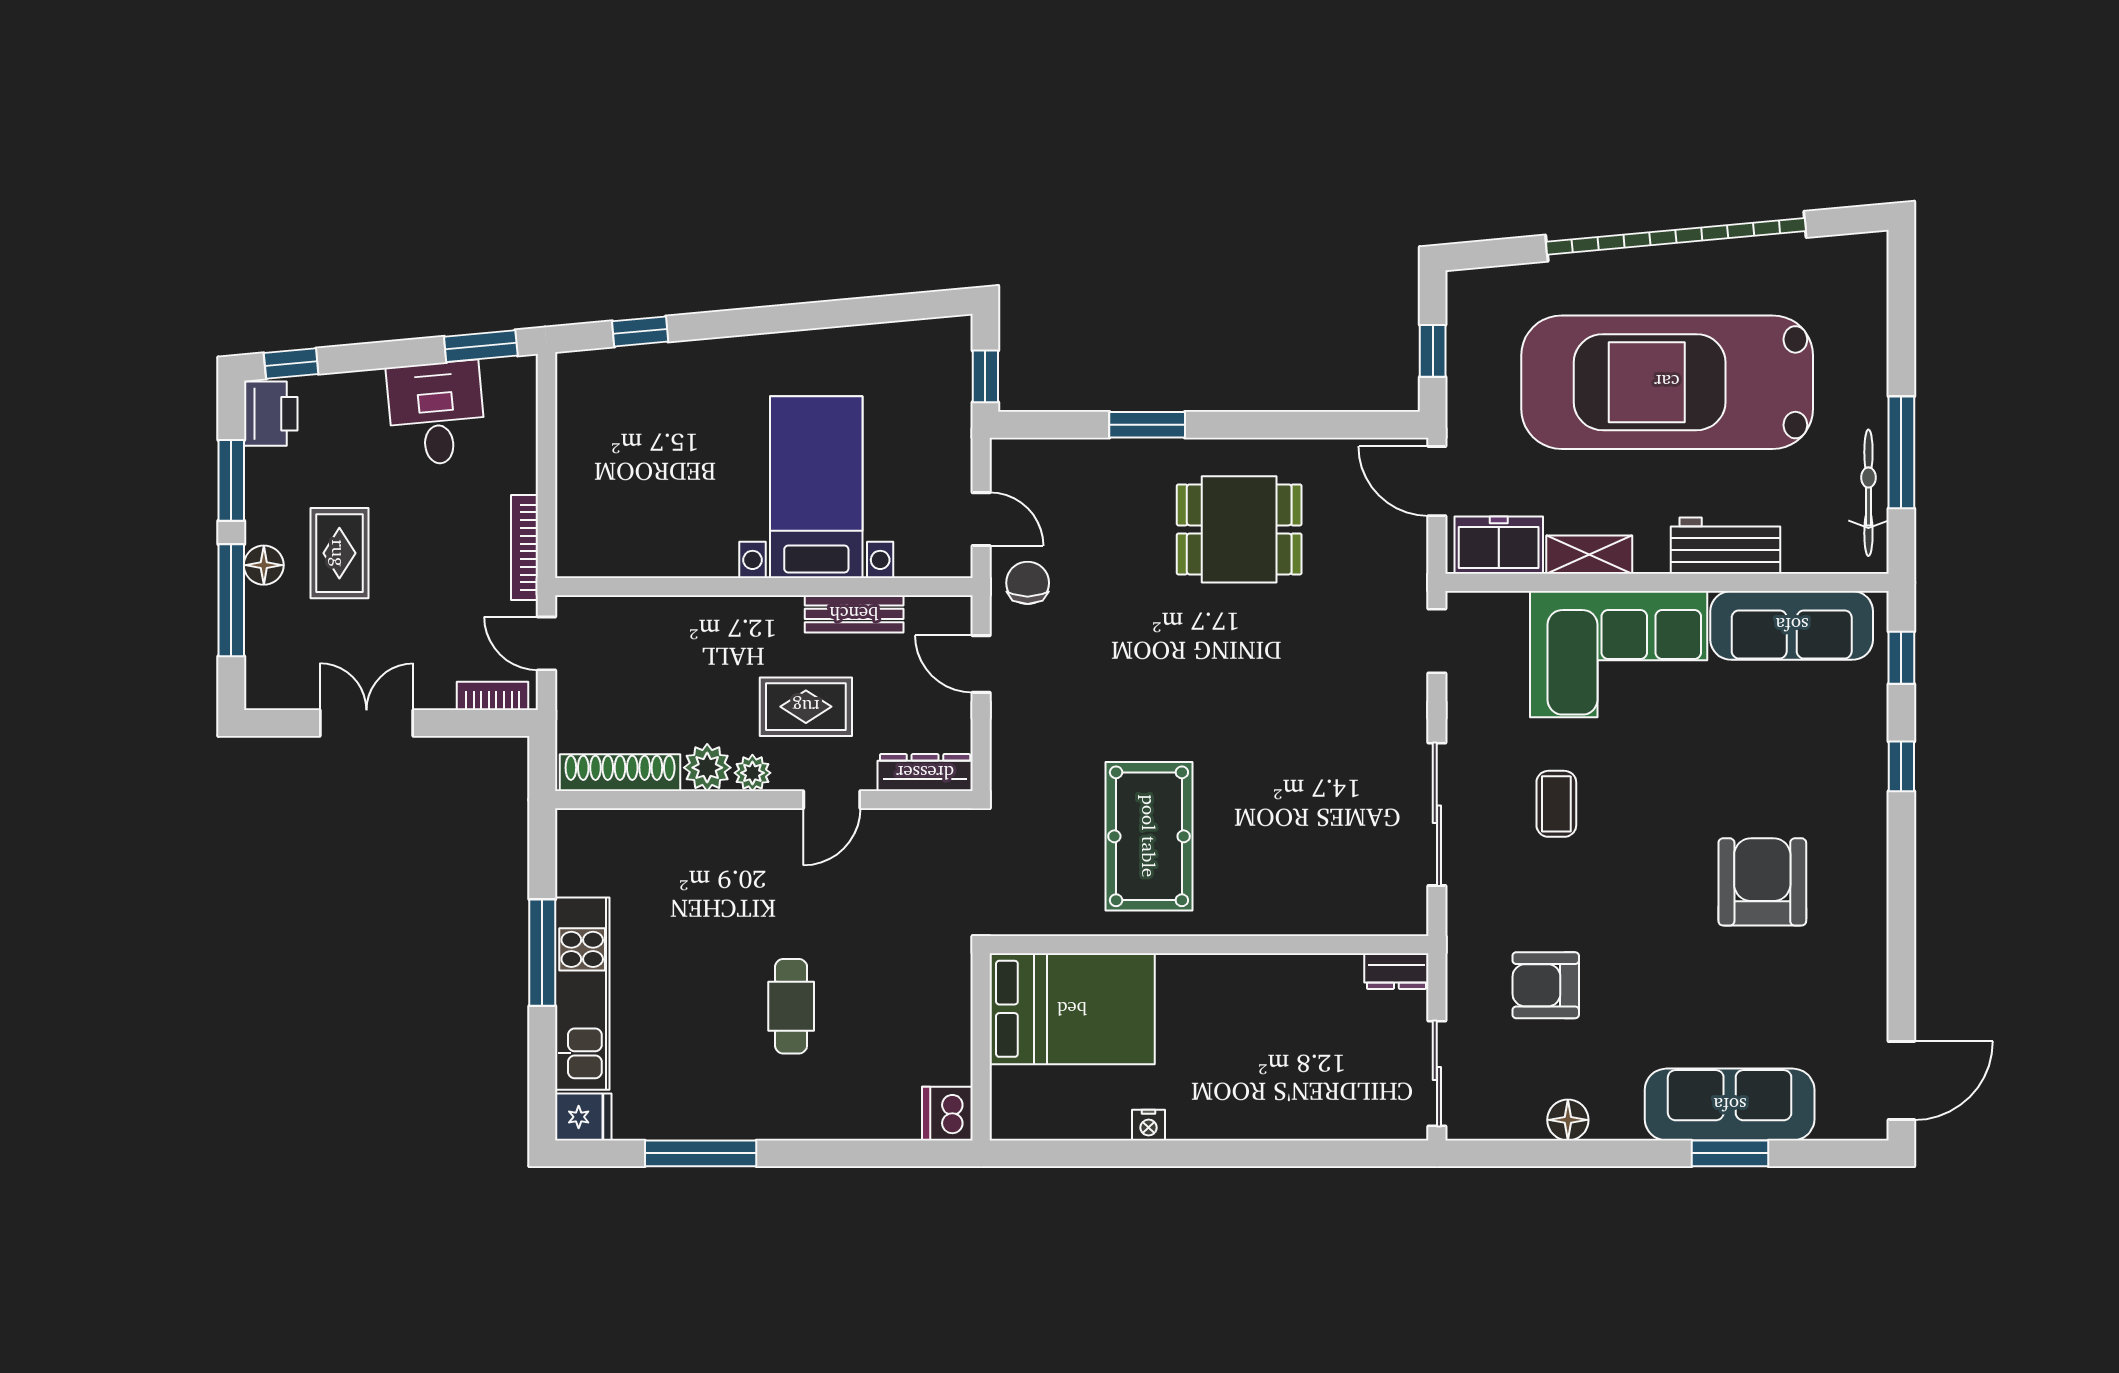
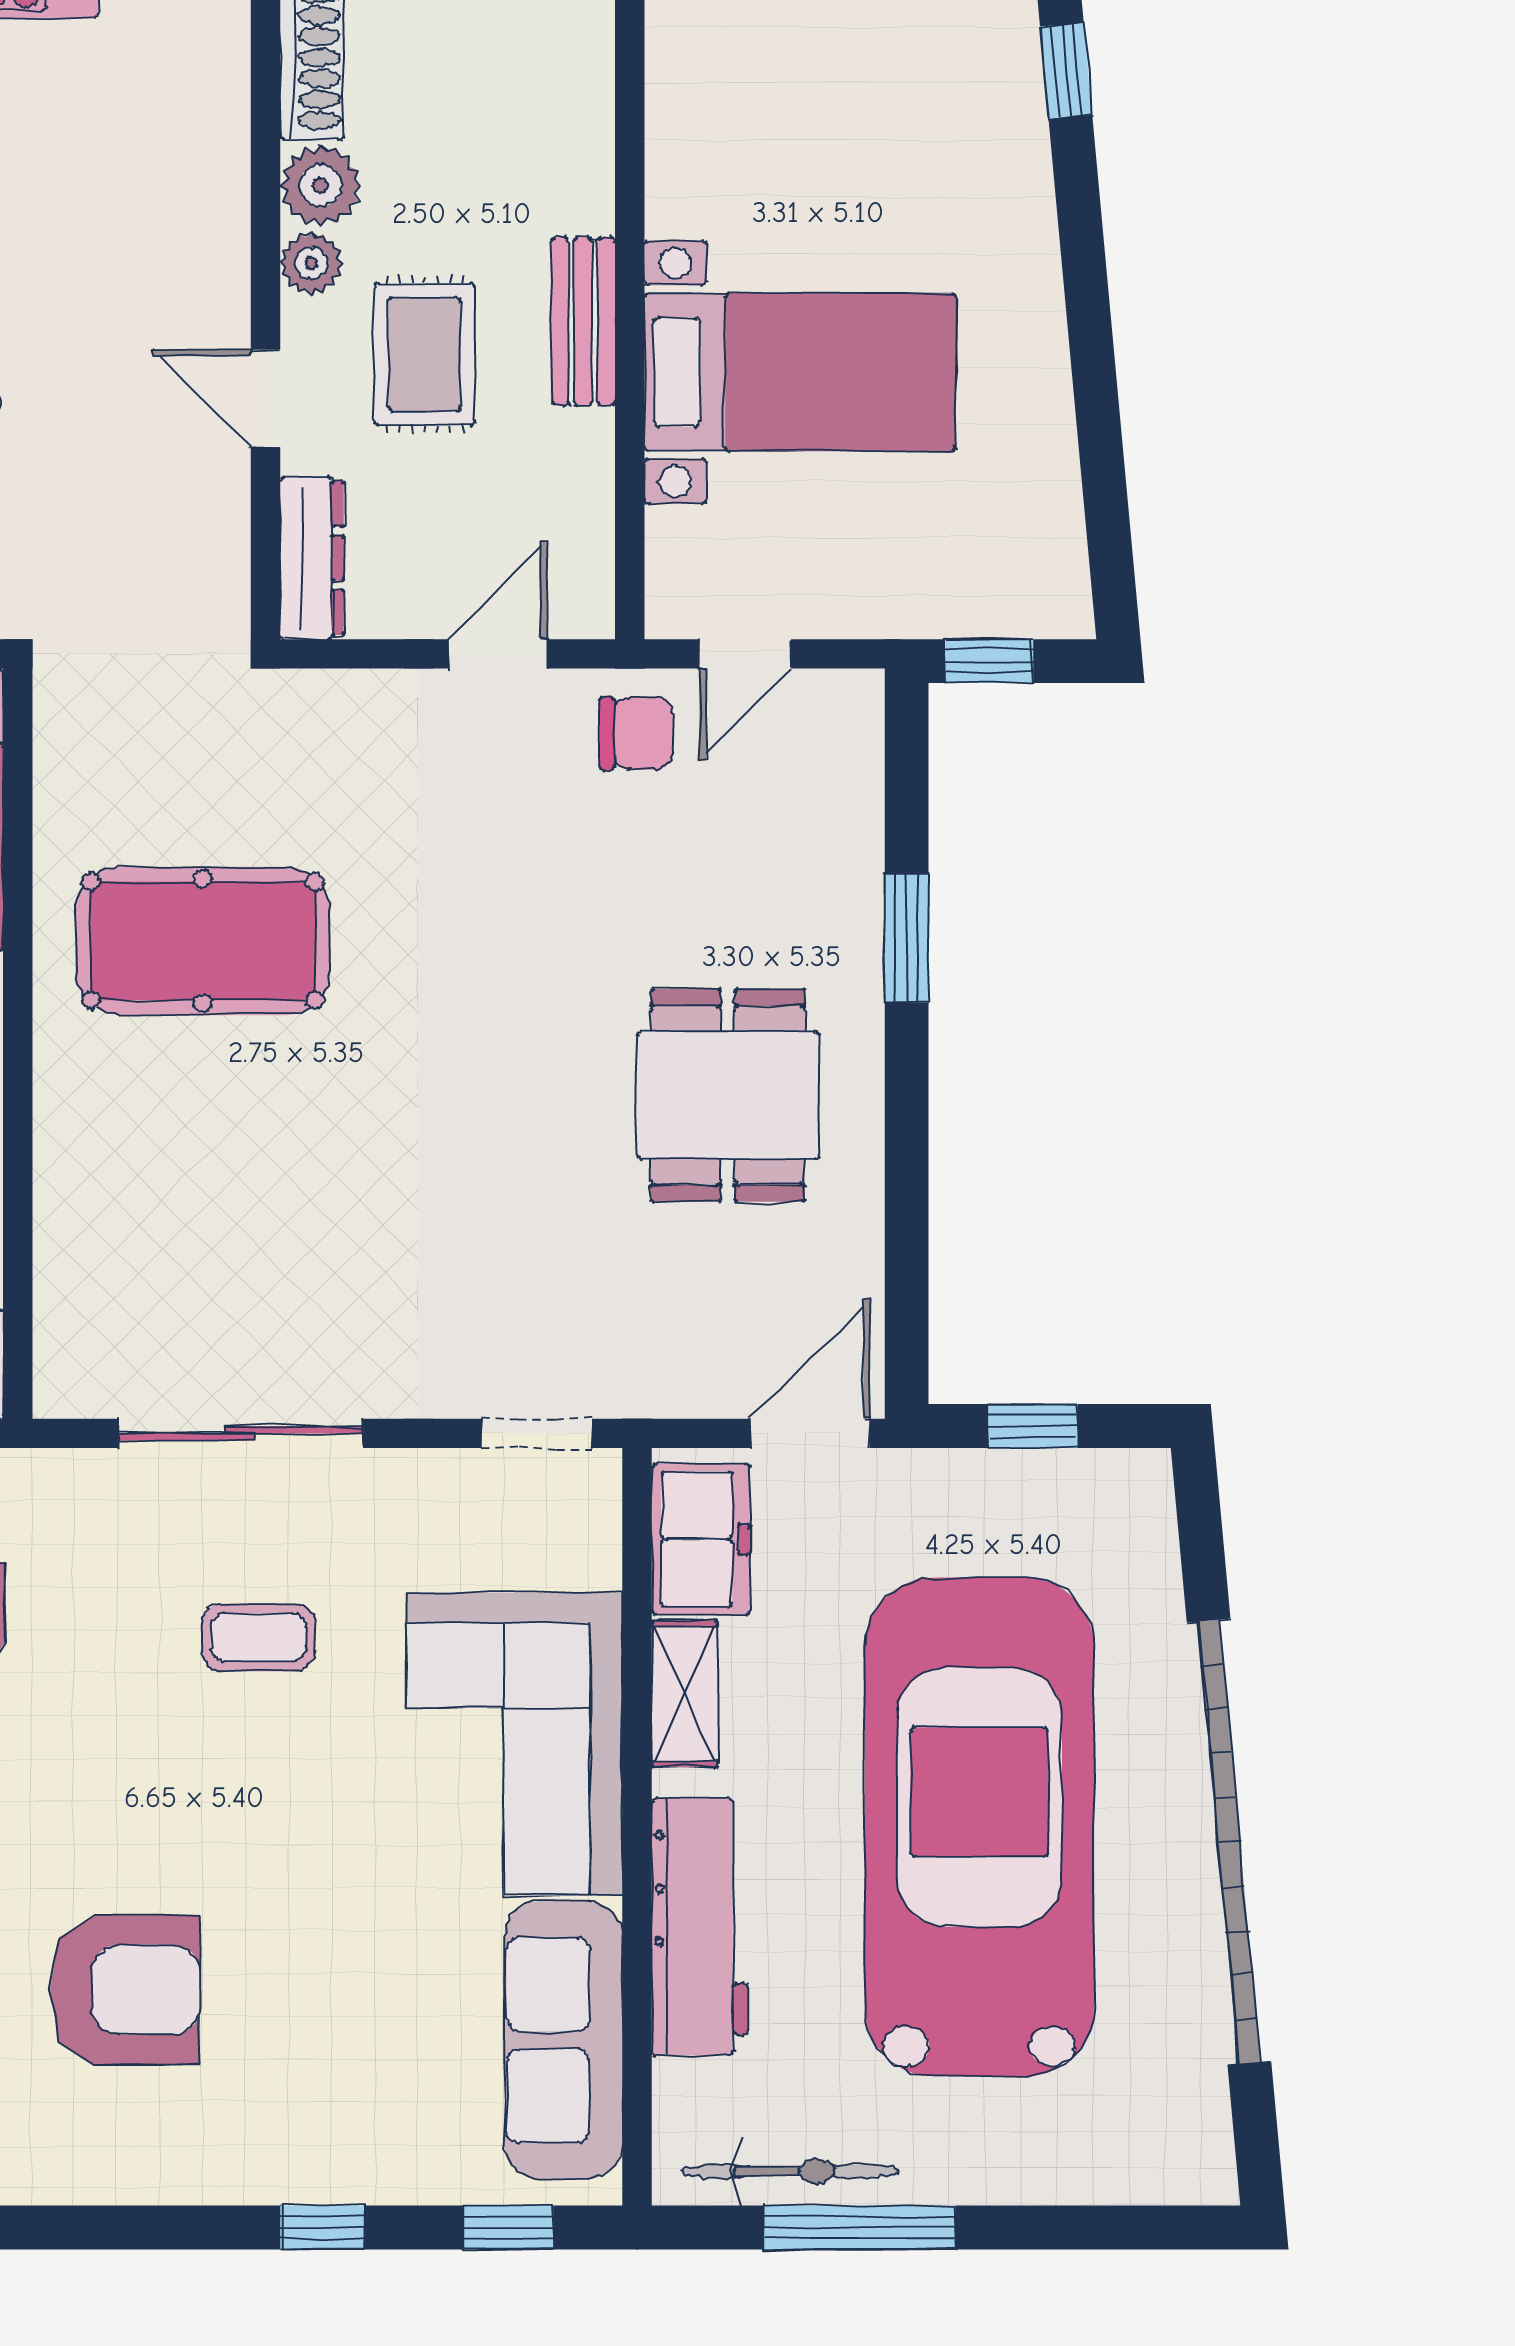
workbench: (1726, 546) -> (700, 1927), width x1.38
bench: (854, 614) -> (583, 321), moved

